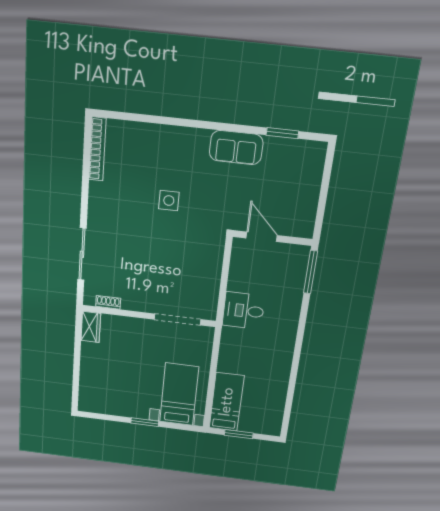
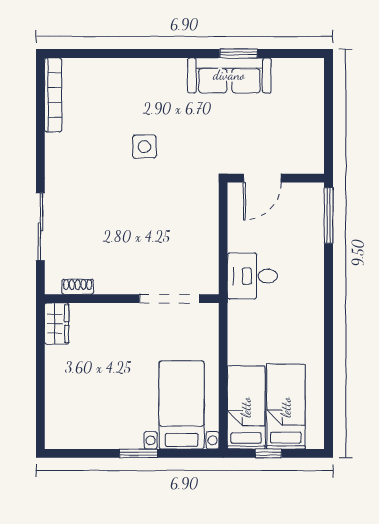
window: (282, 133) -> (238, 53), moved
sofa: (236, 148) -> (229, 75), width x1.36
door: (262, 237) -> (262, 178), swing flipped
bed: (256, 405) -> (286, 407), added
window: (239, 434) -> (268, 453), width x0.67

